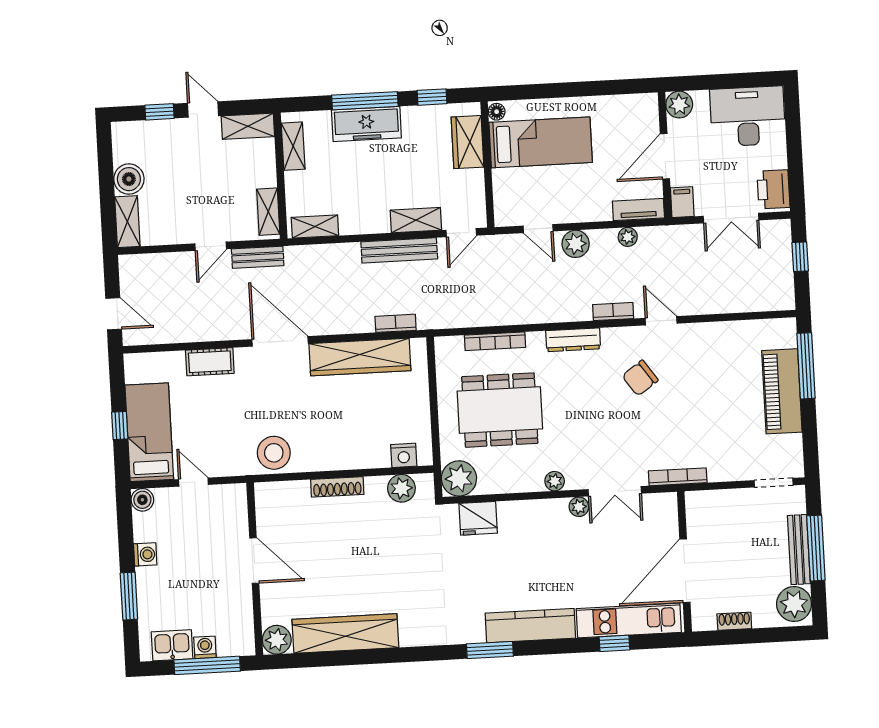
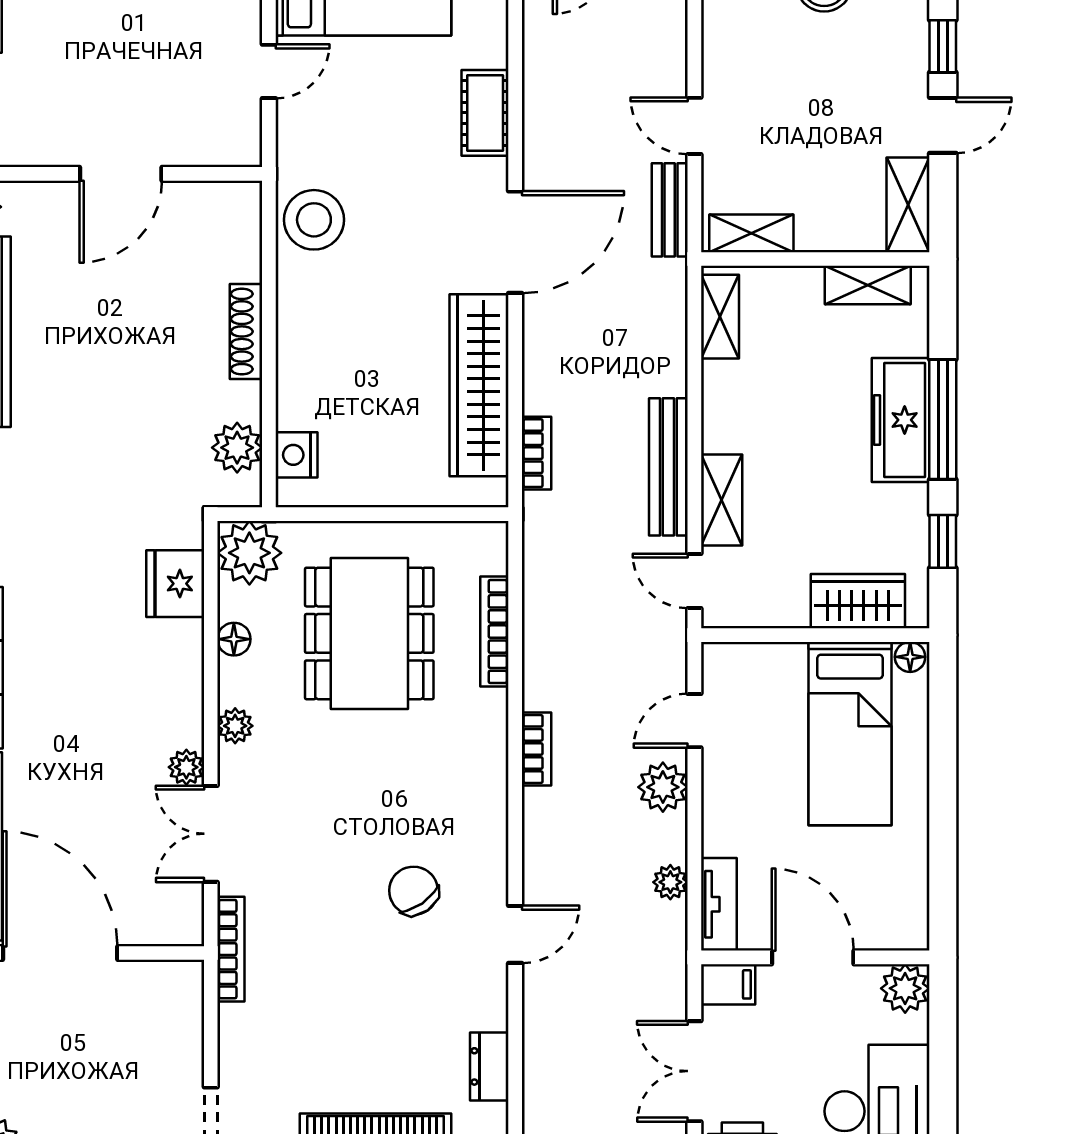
bookcase: (613, 312) -> (537, 749), moved
dresser: (573, 340) -> (489, 1066), moved, width x0.70
floor lamp: (507, 484) -> (234, 639), added

